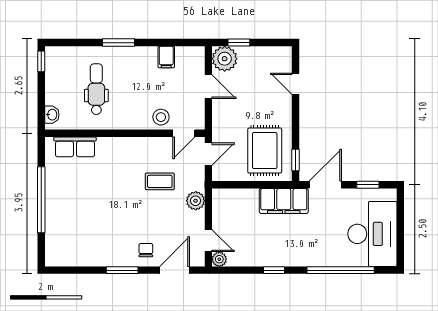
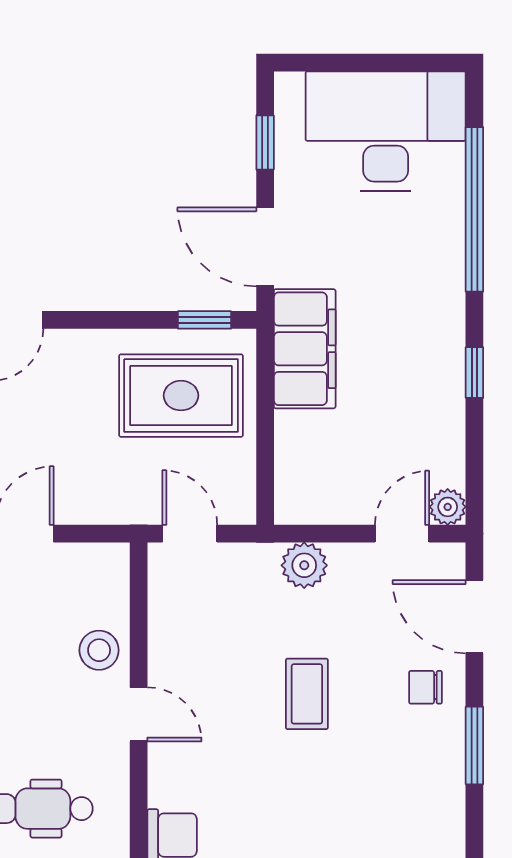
door: (184, 133) -> (139, 714), moved
coffee table: (160, 181) -> (307, 694), moved

